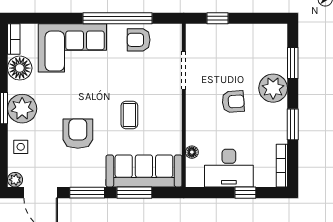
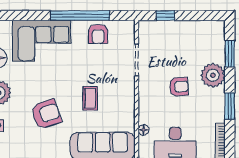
armchair: (139, 40) -> (98, 34), turned -90
armchair: (78, 134) -> (46, 114), turned 71

